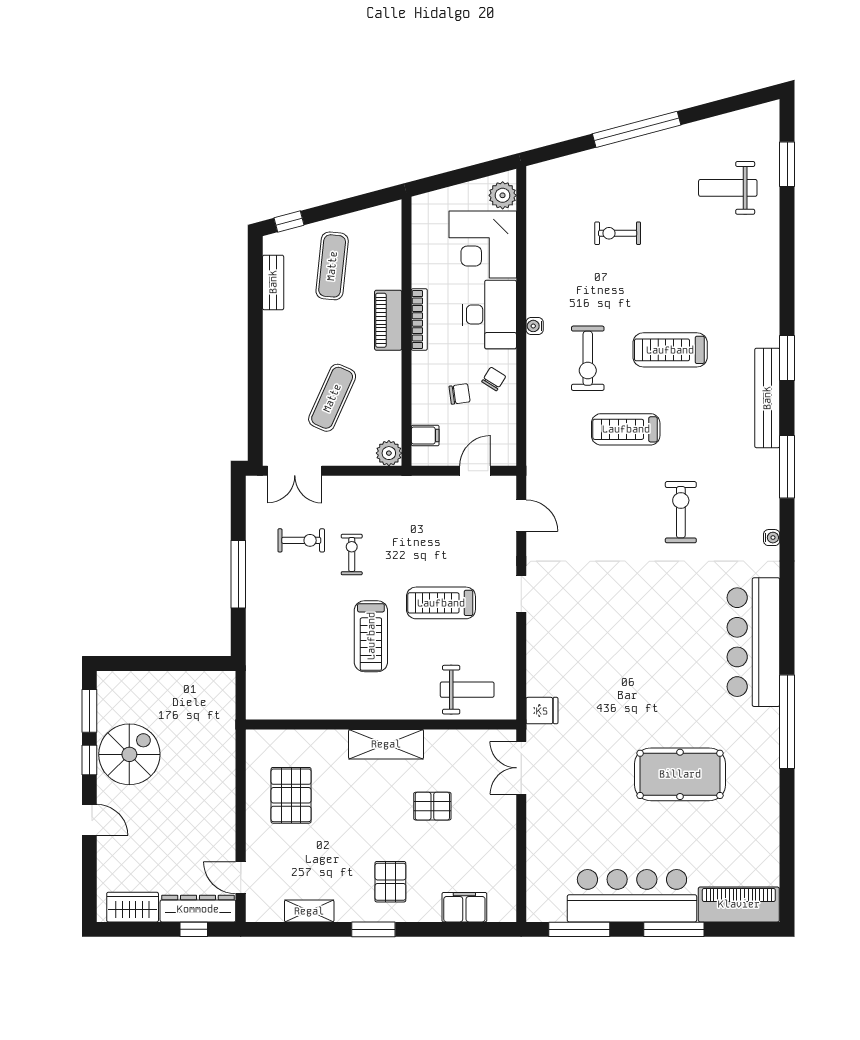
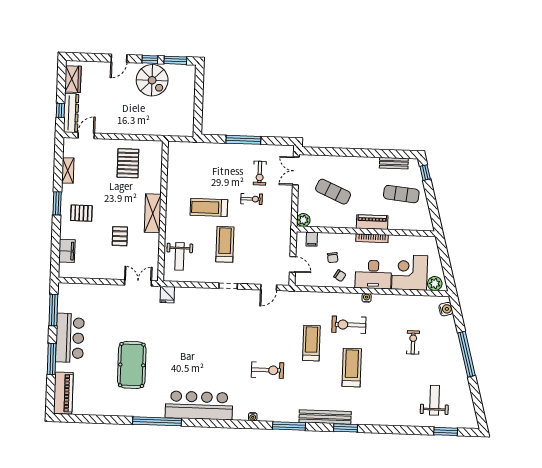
water cooler: (551, 172) -> (446, 309), added
pallet: (291, 795) -> (128, 163), turned 90
bar counter: (632, 896) -> (70, 338), width x0.73

